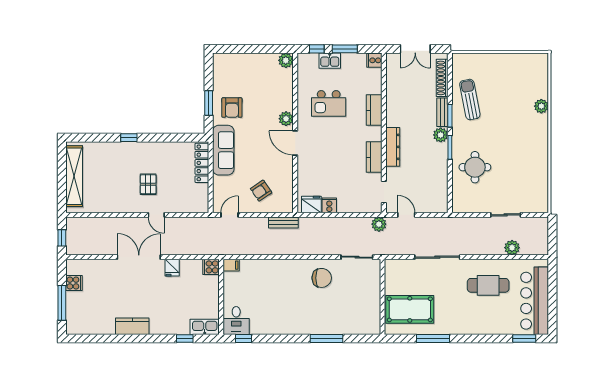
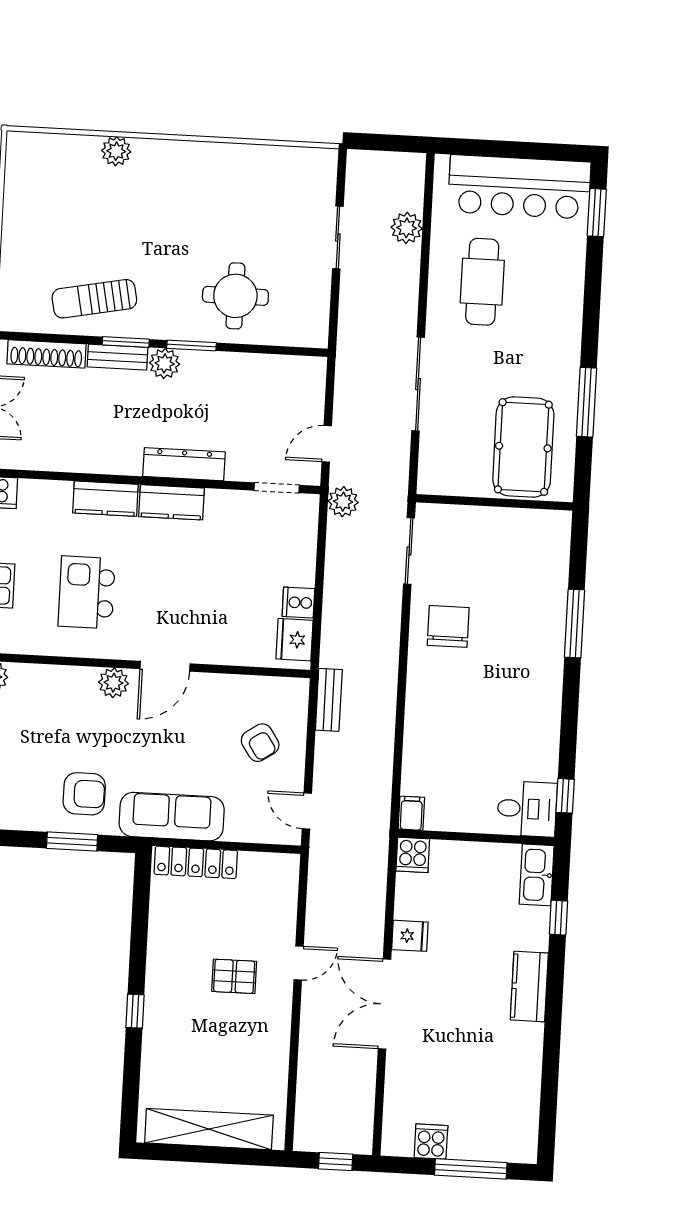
kitchen island: (329, 103) -> (87, 592), turned 180
kitchen counter: (374, 157) -> (172, 502), moved
kitchen counter: (132, 326) -> (529, 987), moved

